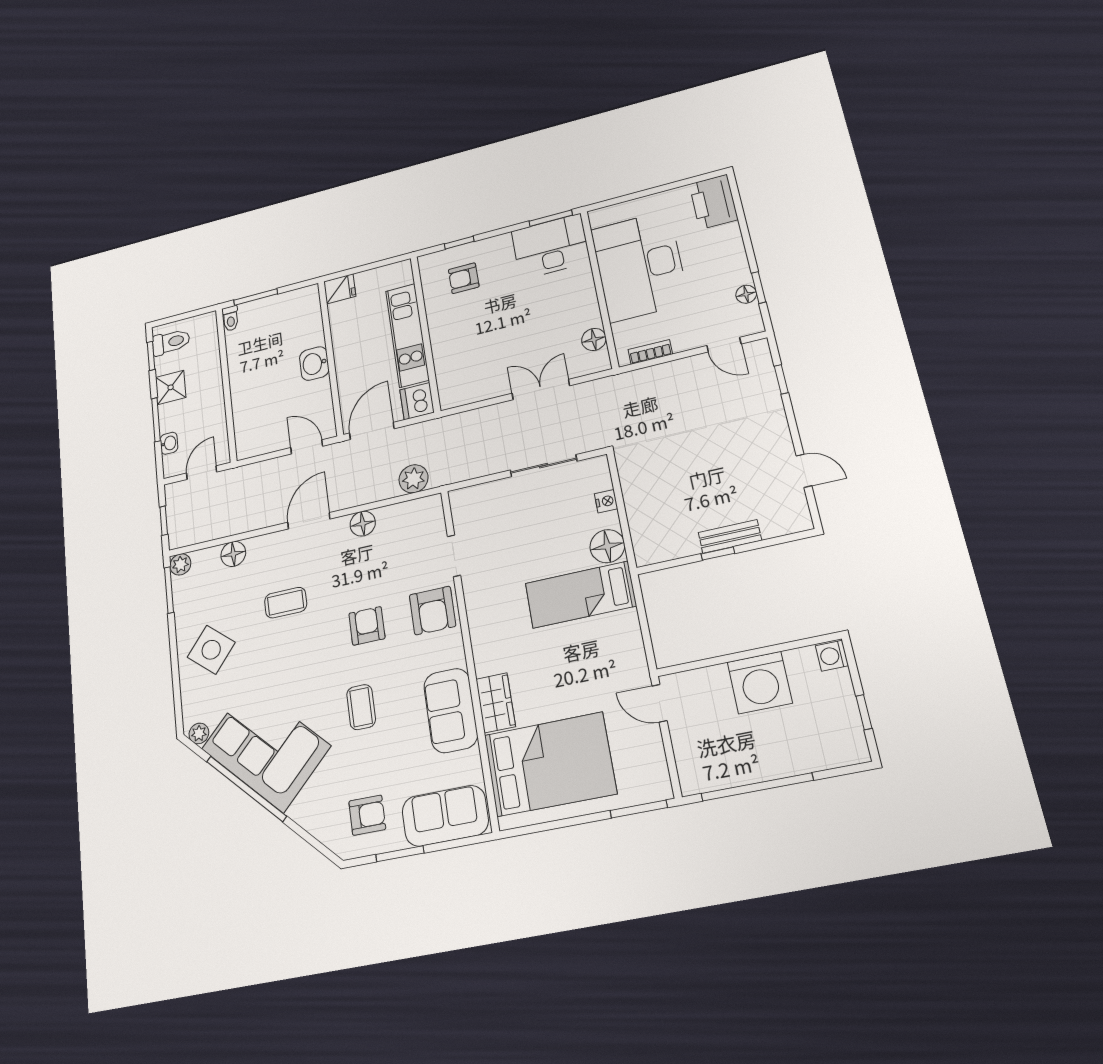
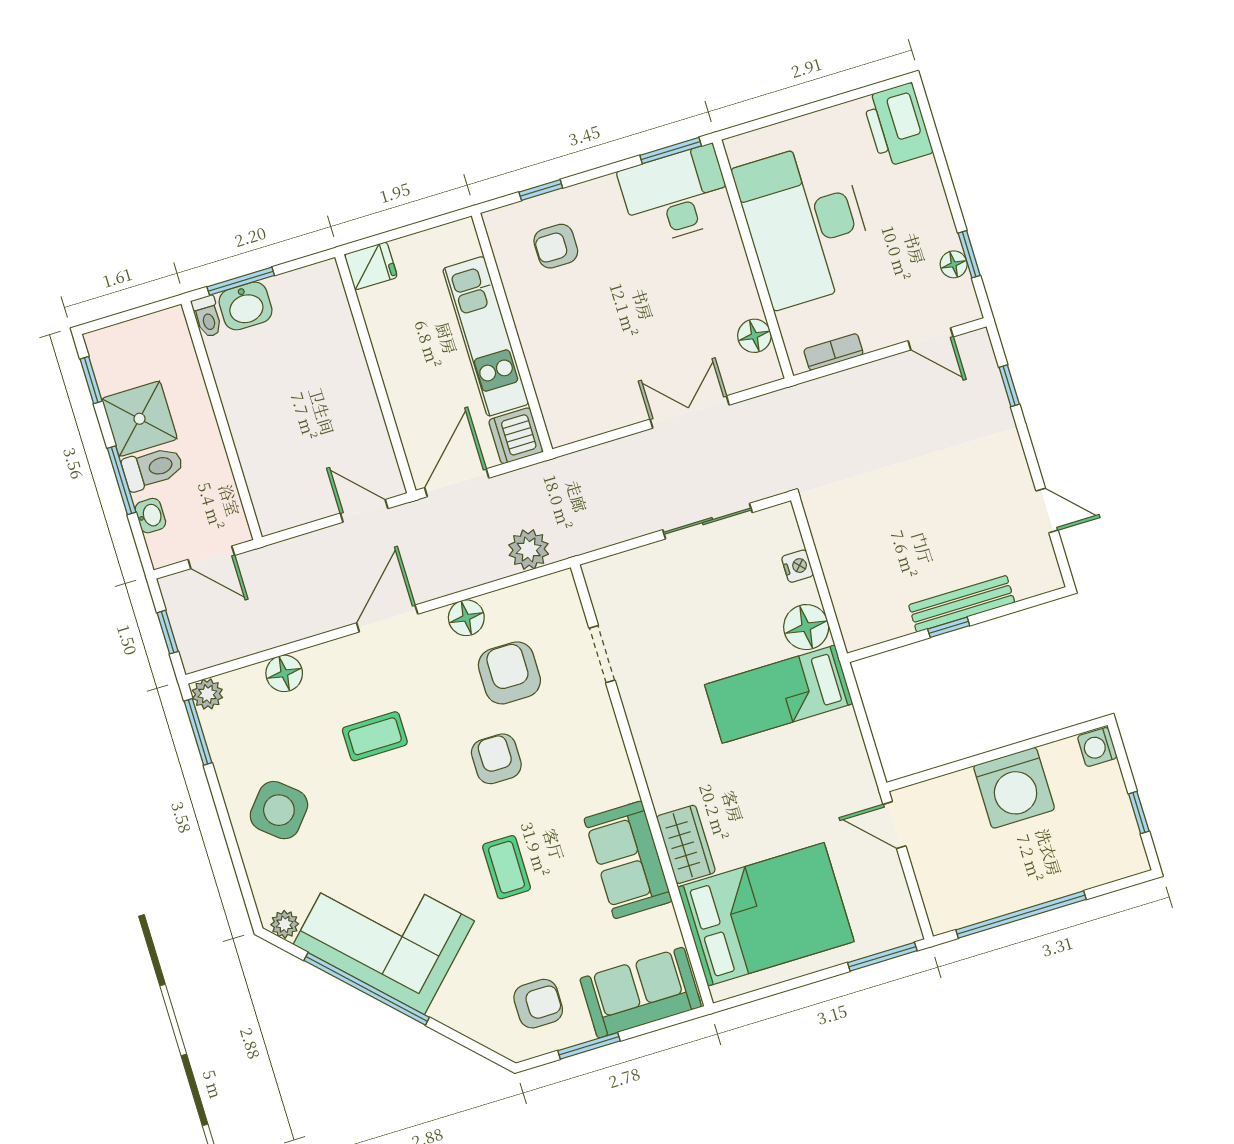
toilet: (171, 342) -> (153, 468), moved
washbasin: (314, 364) -> (246, 306), moved, turned -90
shower: (171, 387) -> (139, 419), width x1.36, depth x1.36
door: (202, 473) -> (211, 557), swing flipped
bench: (730, 536) -> (962, 604), width x1.36
armchair: (433, 610) -> (509, 673), moved, turned 180

